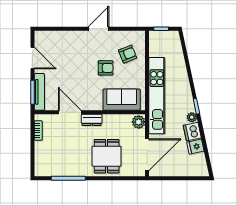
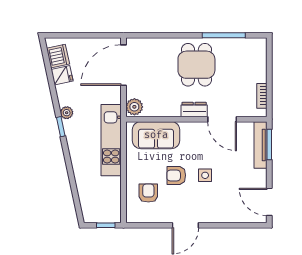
armchair: (128, 54) -> (148, 193), turned 112
door: (32, 58) -> (269, 202), moved
side table: (83, 68) -> (205, 175), added
kitchen unit: (157, 96) -> (111, 140), width x0.73
dishwasher: (192, 132) -> (58, 56), moved
dining table: (107, 156) -> (196, 65), moved

